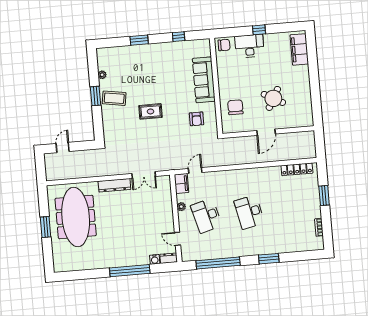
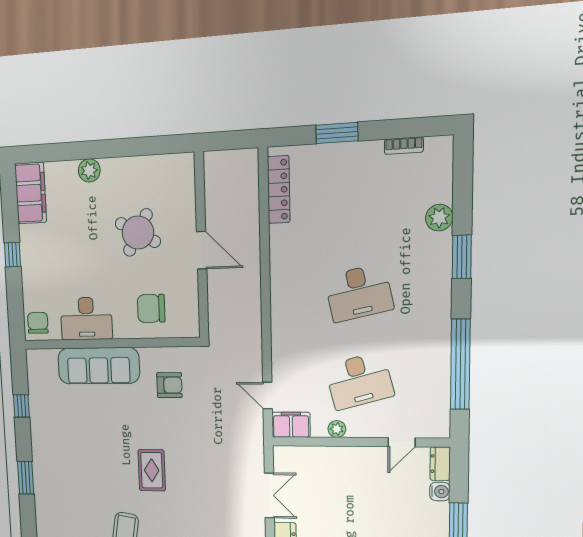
desk: (249, 46) -> (86, 319), moved, turned -90
filing cabinet: (299, 49) -> (31, 193), moved, turned -90
plant: (303, 71) -> (89, 170), added
plant: (287, 247) -> (439, 218), added

